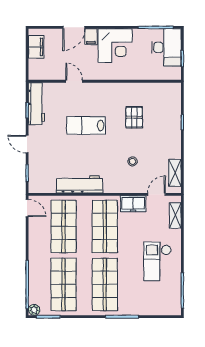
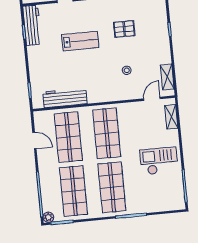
pallet: (134, 117) -> (124, 29), turned 90
lab bench: (86, 126) -> (80, 41), turned 180
door: (27, 144) -> (27, 64), removed
workbench: (80, 184) -> (65, 98), moved
freezer: (133, 204) -> (131, 110), removed
door: (27, 208) -> (34, 141), moved
checkout: (158, 261) -> (159, 161), turned 90

